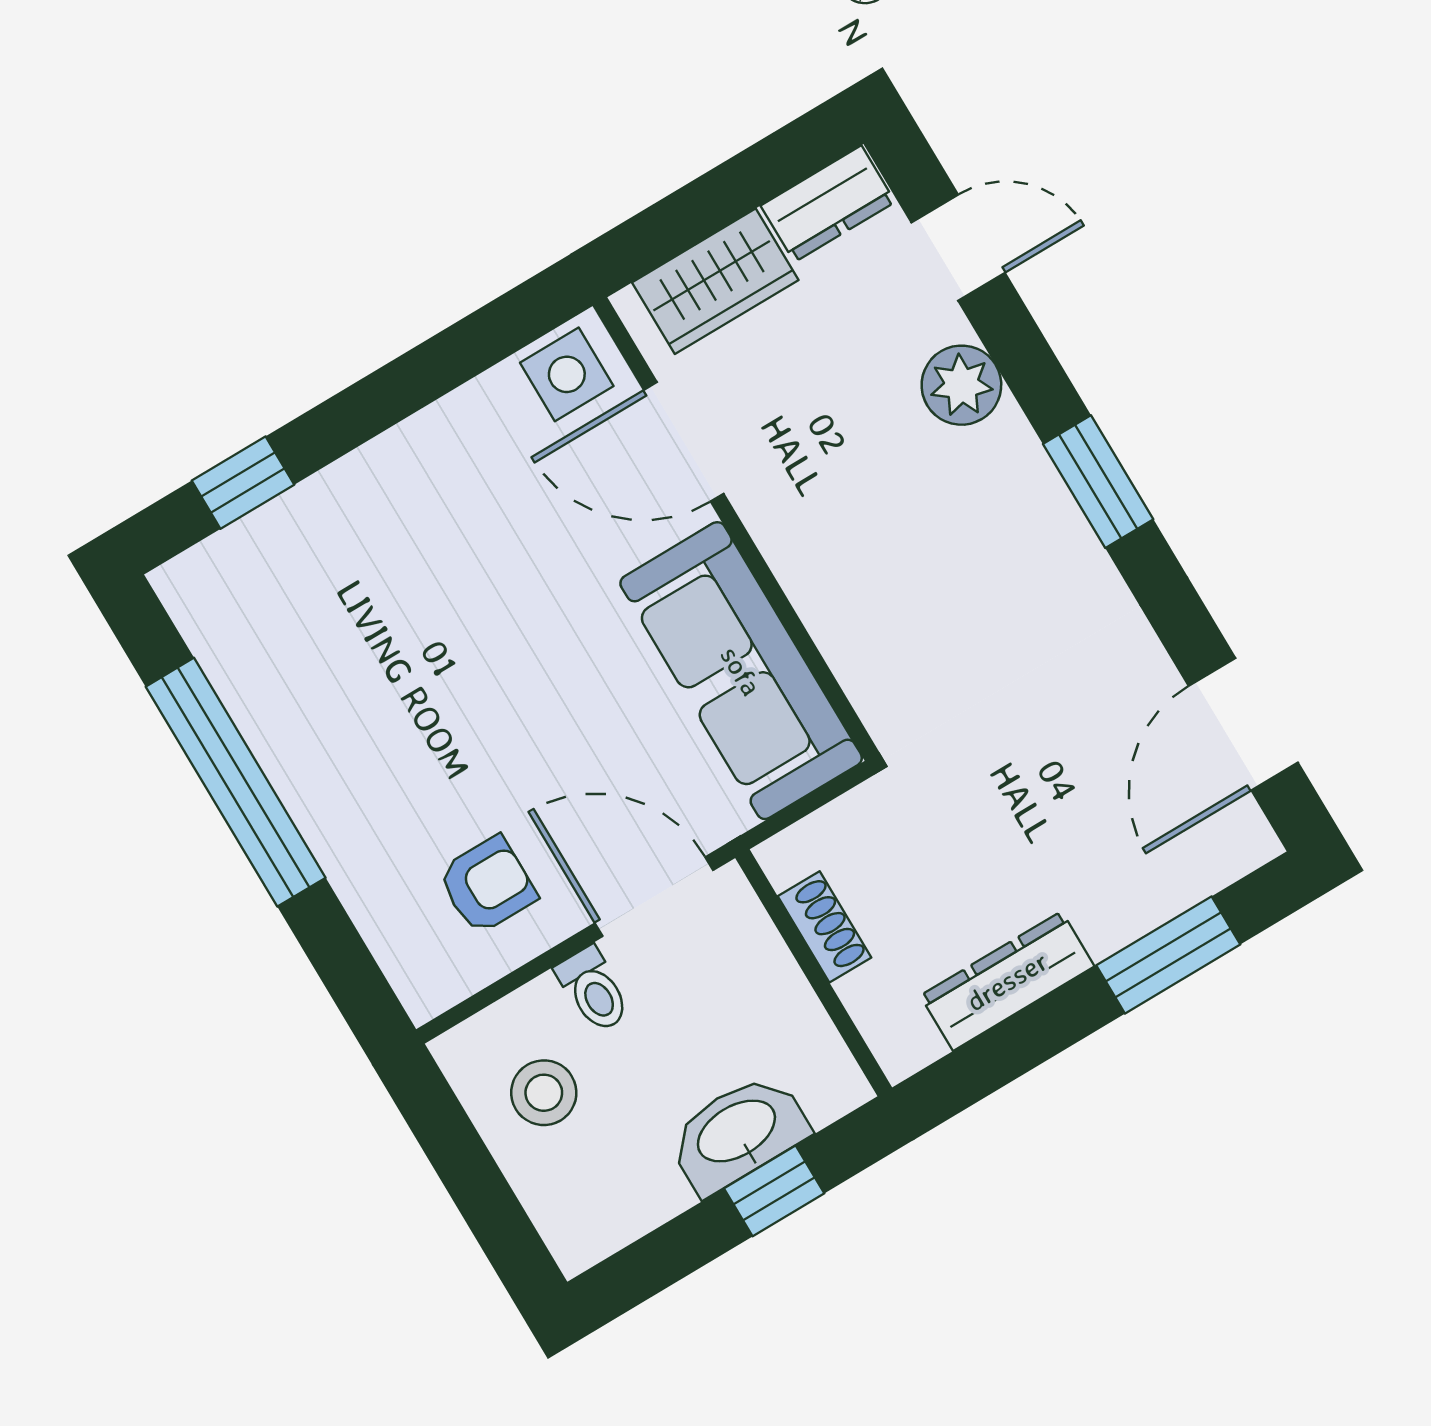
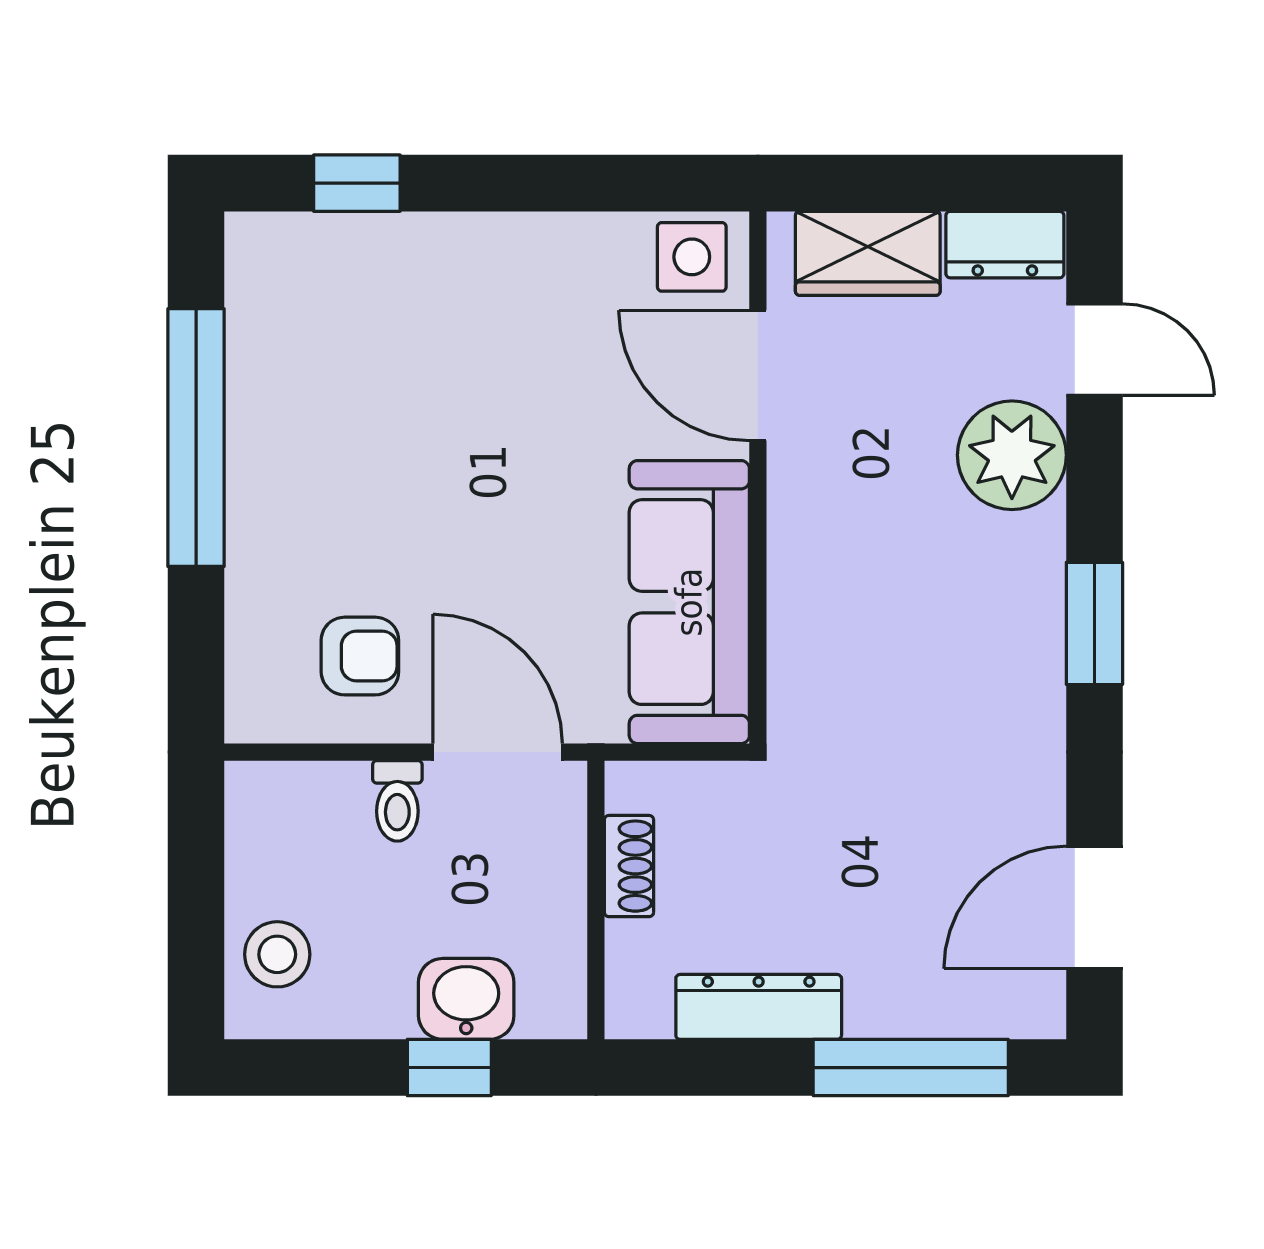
plant: (961, 385) -> (1012, 455), width x1.36, depth x1.36
window: (1168, 955) -> (911, 1068), width x1.44
stool: (544, 1093) -> (277, 954), moved
washbasin: (738, 1133) -> (466, 999), width x0.72

